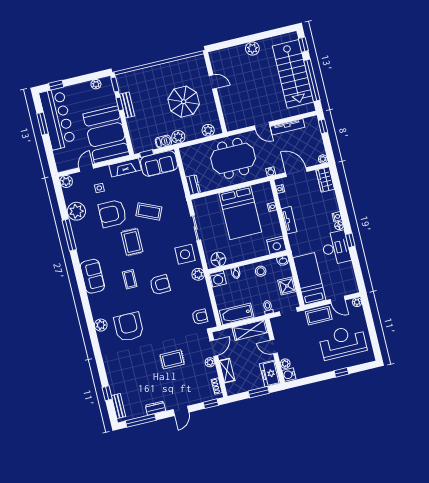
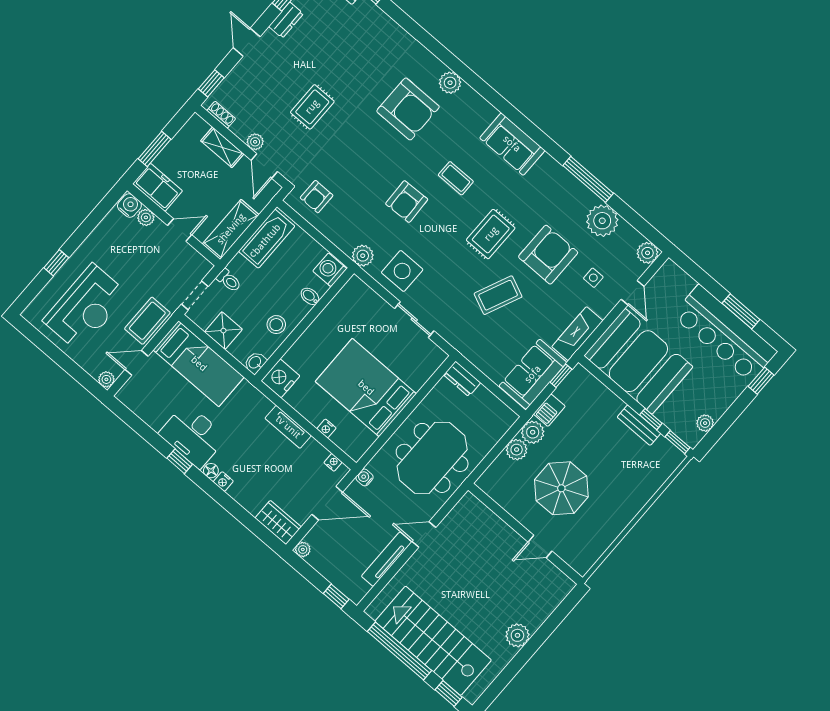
plant: (208, 130) -> (517, 450), moved
rug: (132, 242) -> (491, 234), turned 90
floor lamp: (218, 259) -> (349, 298), removed

